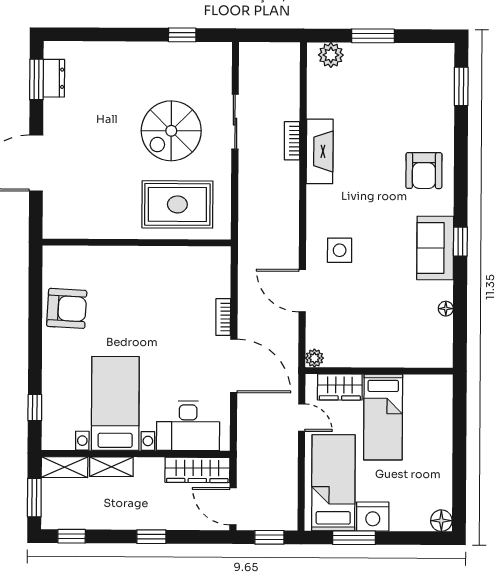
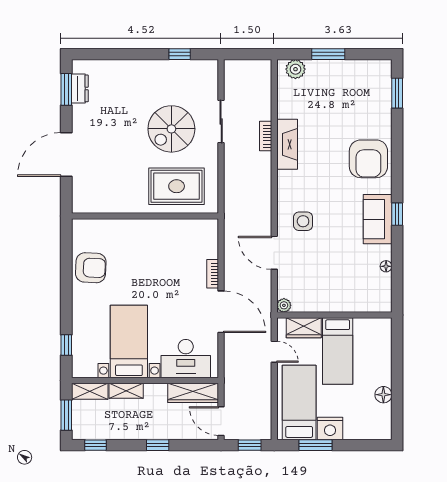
armchair: (424, 171) -> (368, 159), width x1.36, depth x1.36
floor lamp: (441, 521) -> (383, 395), moved

